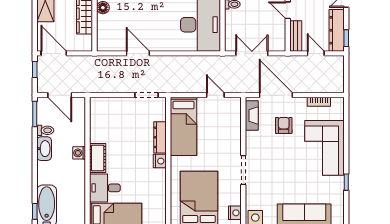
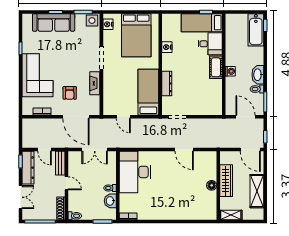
fireplace: (252, 116) -> (95, 83), moved
nightstand: (160, 161) -> (167, 47), moved

